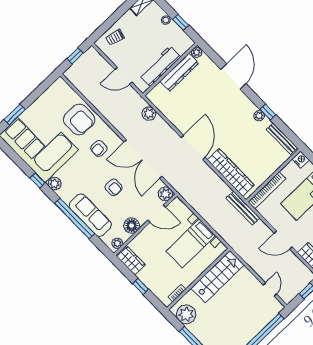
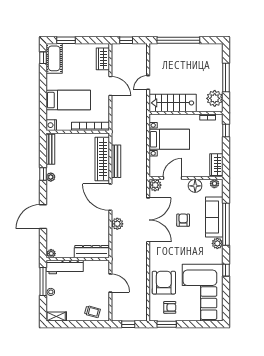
window: (181, 22) -> (43, 282), width x2.17
workbench: (160, 66) -> (65, 267), moved
dresser: (179, 72) -> (92, 252), moved
plant: (149, 114) -> (117, 224), moved
window: (15, 115) -> (167, 324), moved
door: (193, 147) -> (110, 197), hinge flipped
armchair: (99, 148) -> (170, 307), moved
plant: (55, 184) -> (217, 243), moved
bench: (243, 208) -> (116, 161), moved
door: (157, 214) -> (172, 178), hinge flipped
window: (141, 286) -> (226, 130), moved
door: (270, 289) -> (148, 83), moved

